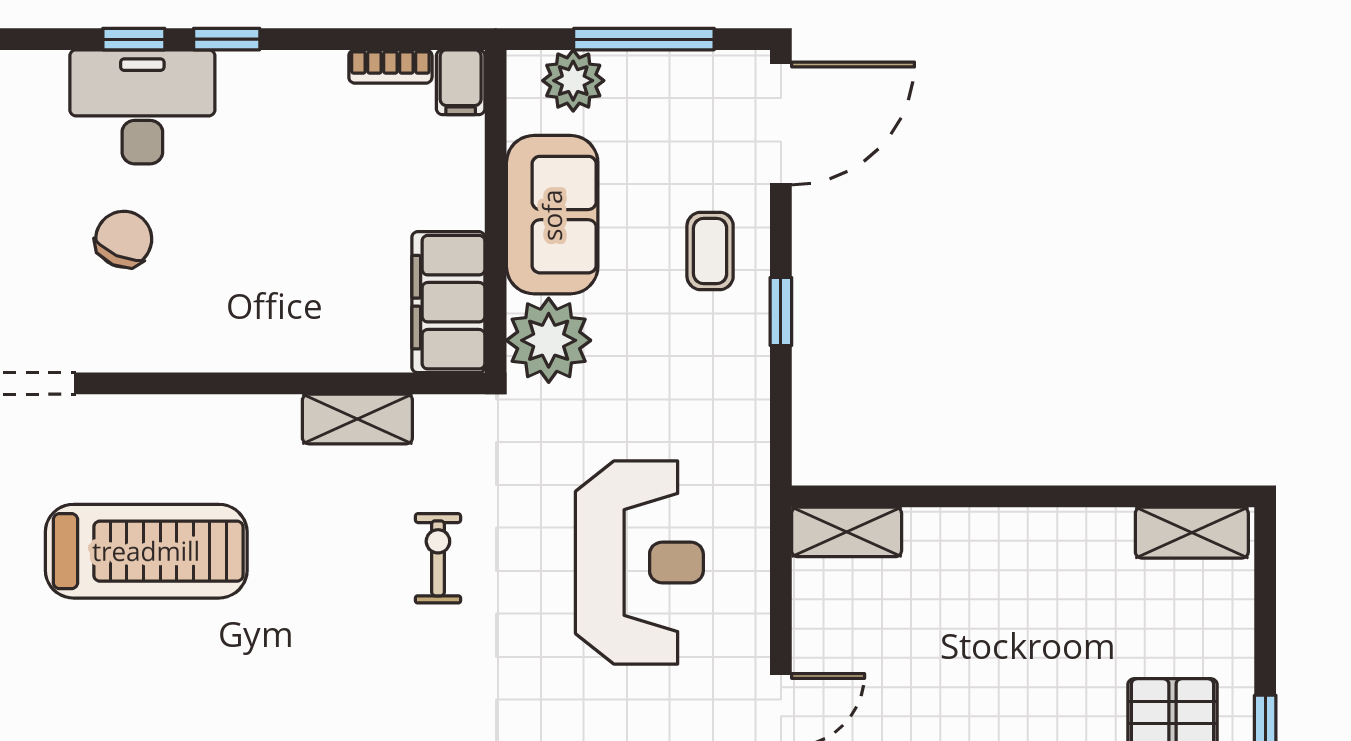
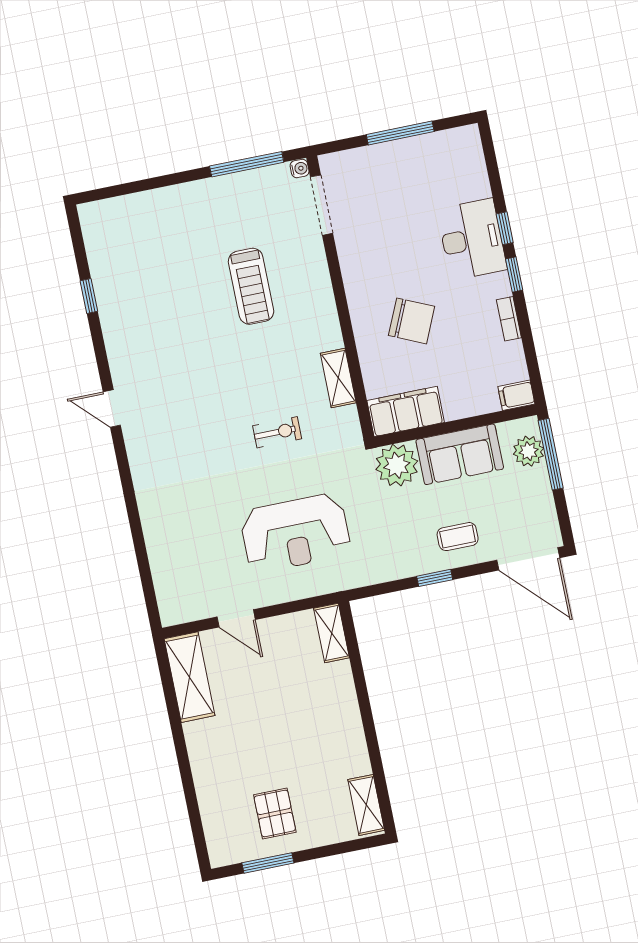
window: (644, 39) -> (551, 454), moved
bookcase: (390, 66) -> (509, 319), moved
chair: (124, 239) -> (412, 321), moved, width x1.37, depth x1.37
treadmill: (146, 551) -> (251, 286), width x0.73, depth x0.73

